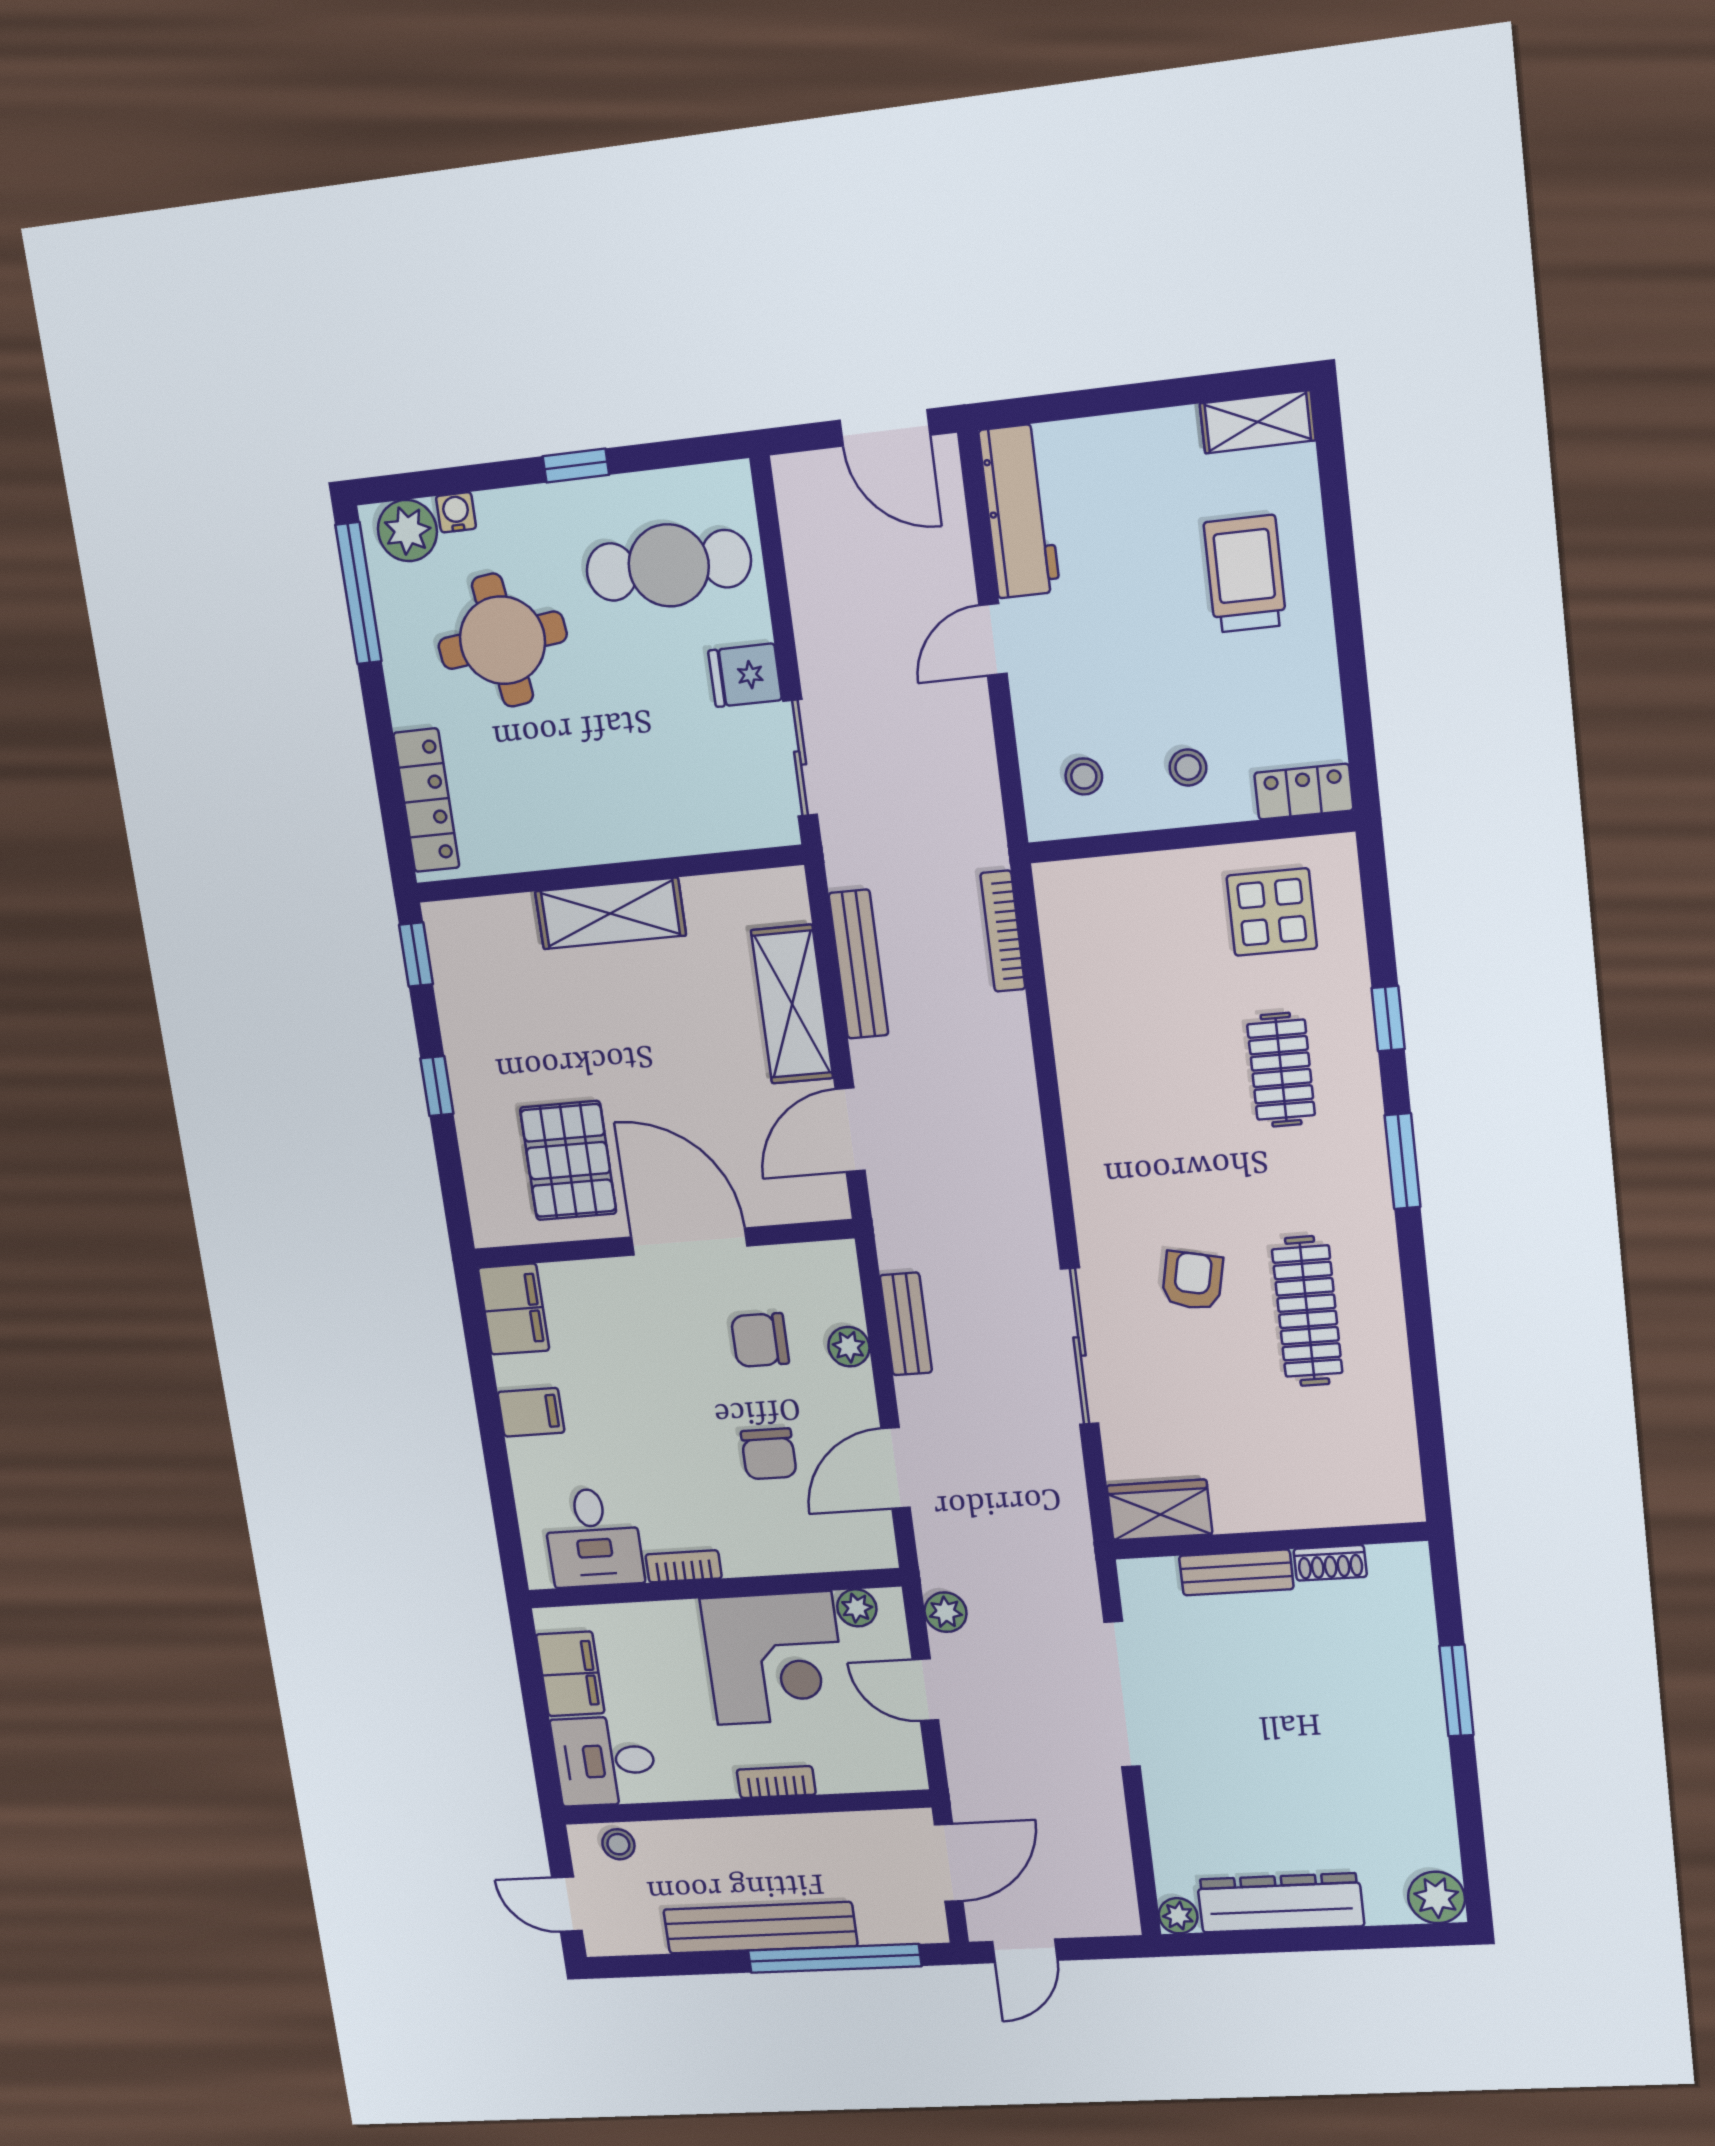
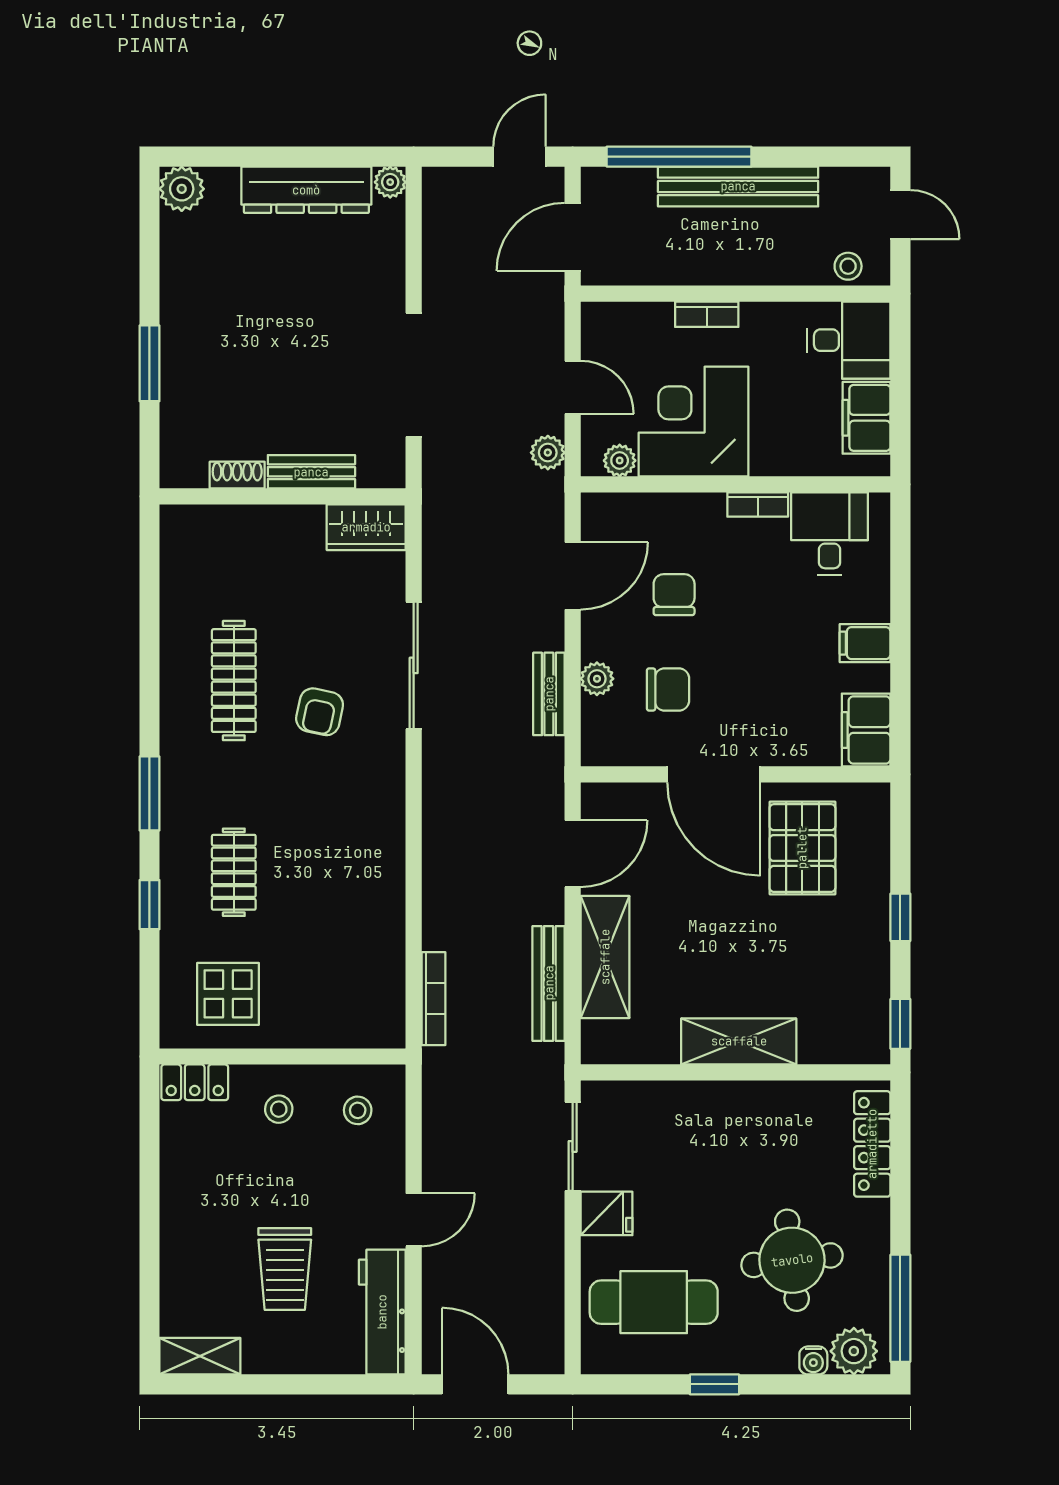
trolley: (1245, 574) -> (285, 1269), moved

